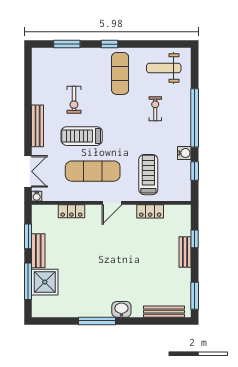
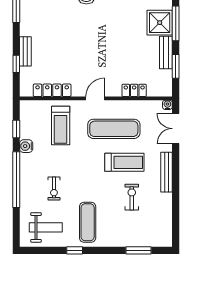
window: (109, 44) -> (75, 250), moved
locker: (150, 211) -> (52, 90), width x1.53

